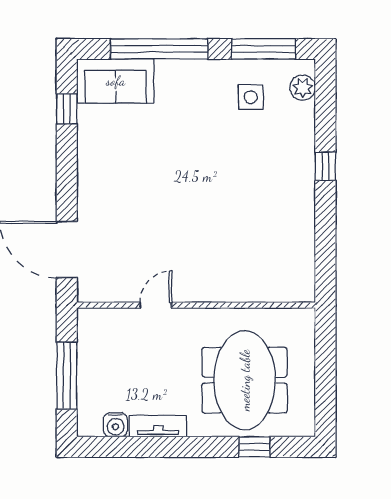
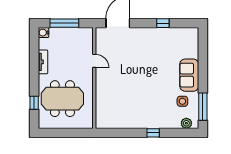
window: (159, 49) -> (203, 62), removed
sofa: (116, 81) -> (189, 75), moved
window: (67, 109) -> (163, 23), moved
water cooler: (115, 425) -> (44, 33), moved

